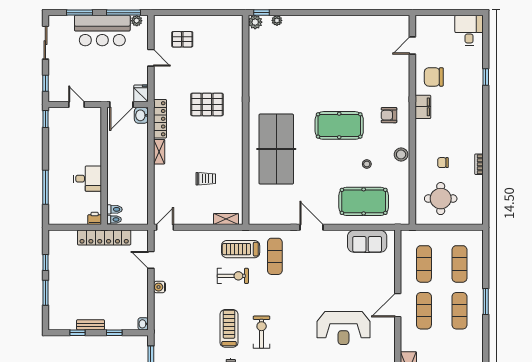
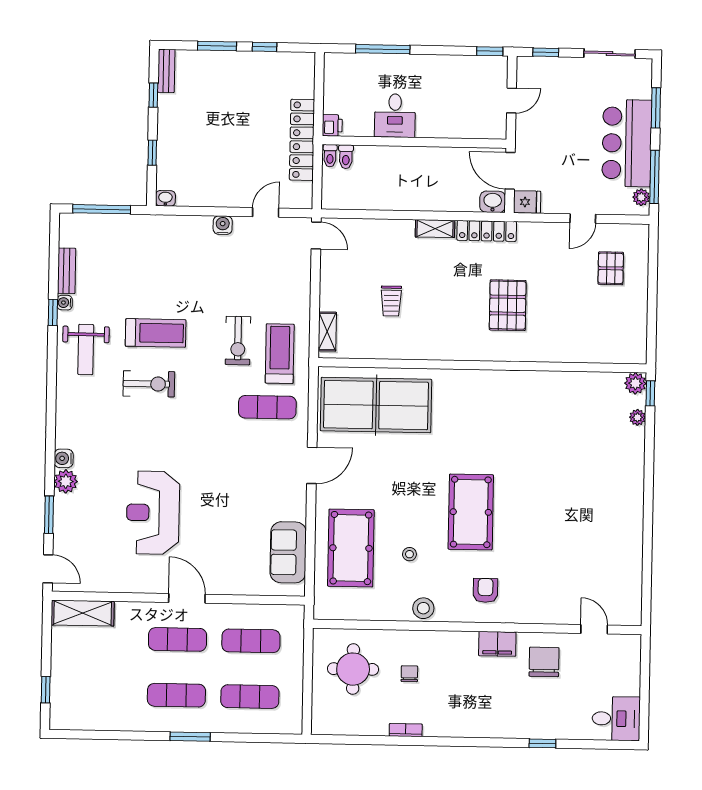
table tennis table: (276, 149) -> (376, 405), moved
bench: (91, 325) -> (166, 71), moved

